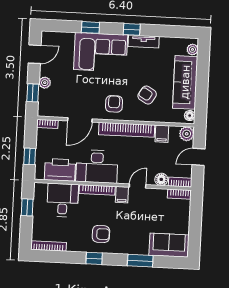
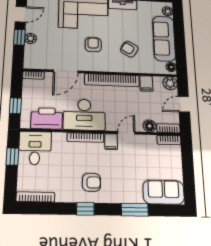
window: (33, 93) -> (19, 37), moved
armchair: (114, 104) -> (93, 45), moved
desk: (63, 200) -> (35, 148), moved

